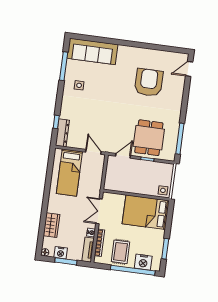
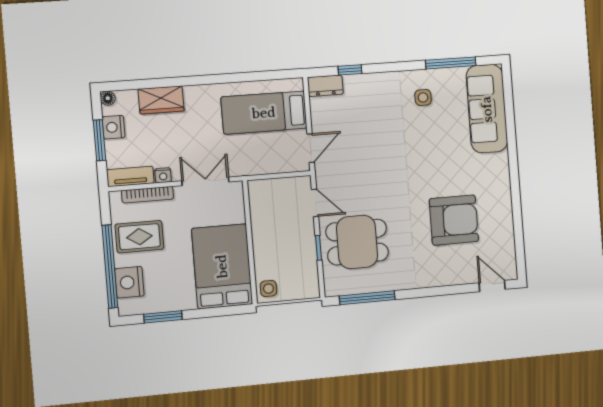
dresser: (62, 133) -> (325, 86), width x0.70

